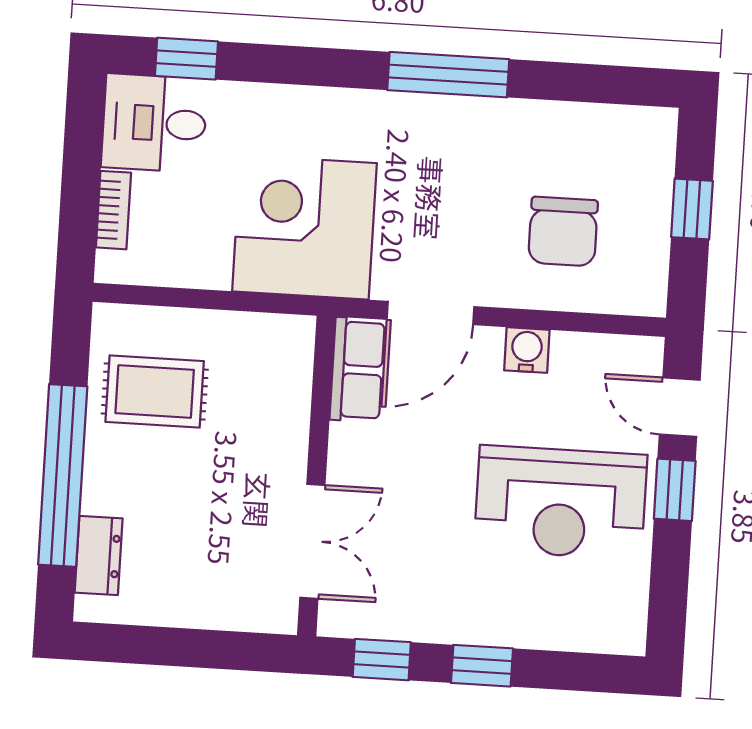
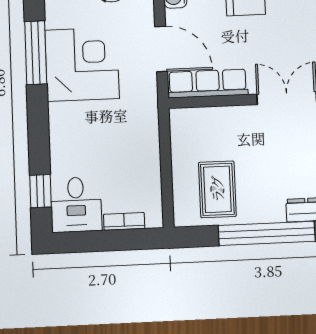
corner desk: (305, 227) -> (82, 64), moved, turned 180
row of seats: (357, 370) -> (208, 84), width x1.48

